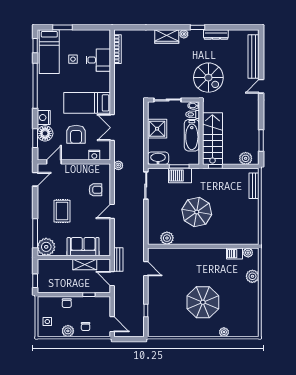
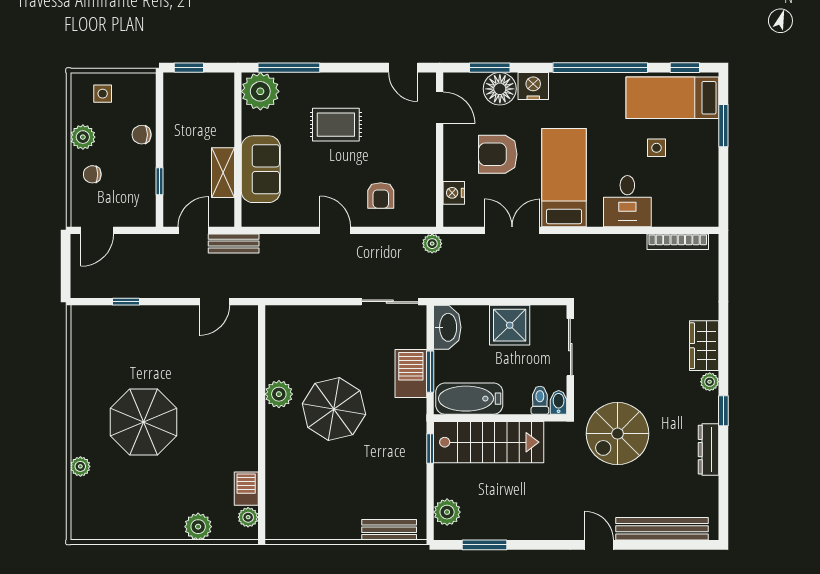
desk: (98, 60) -> (627, 201), moved
bathtub: (192, 135) -> (469, 399), moved
plant: (167, 238) -> (279, 394), moved

